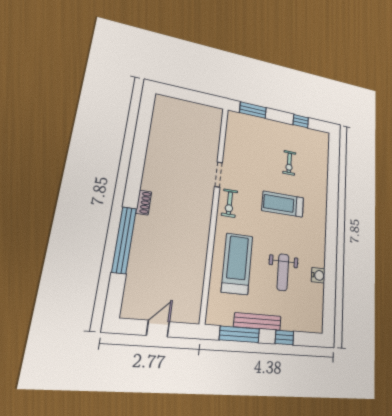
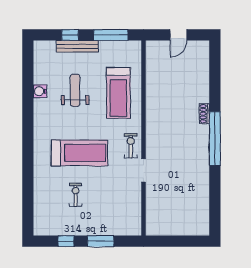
window: (253, 110) -> (101, 241), moved
shoe rack: (144, 203) -> (204, 114), moved
treadmill: (283, 204) -> (79, 153), width x1.37, depth x1.38
window: (124, 240) -> (215, 138), moved
bench: (258, 321) -> (77, 46), moved

